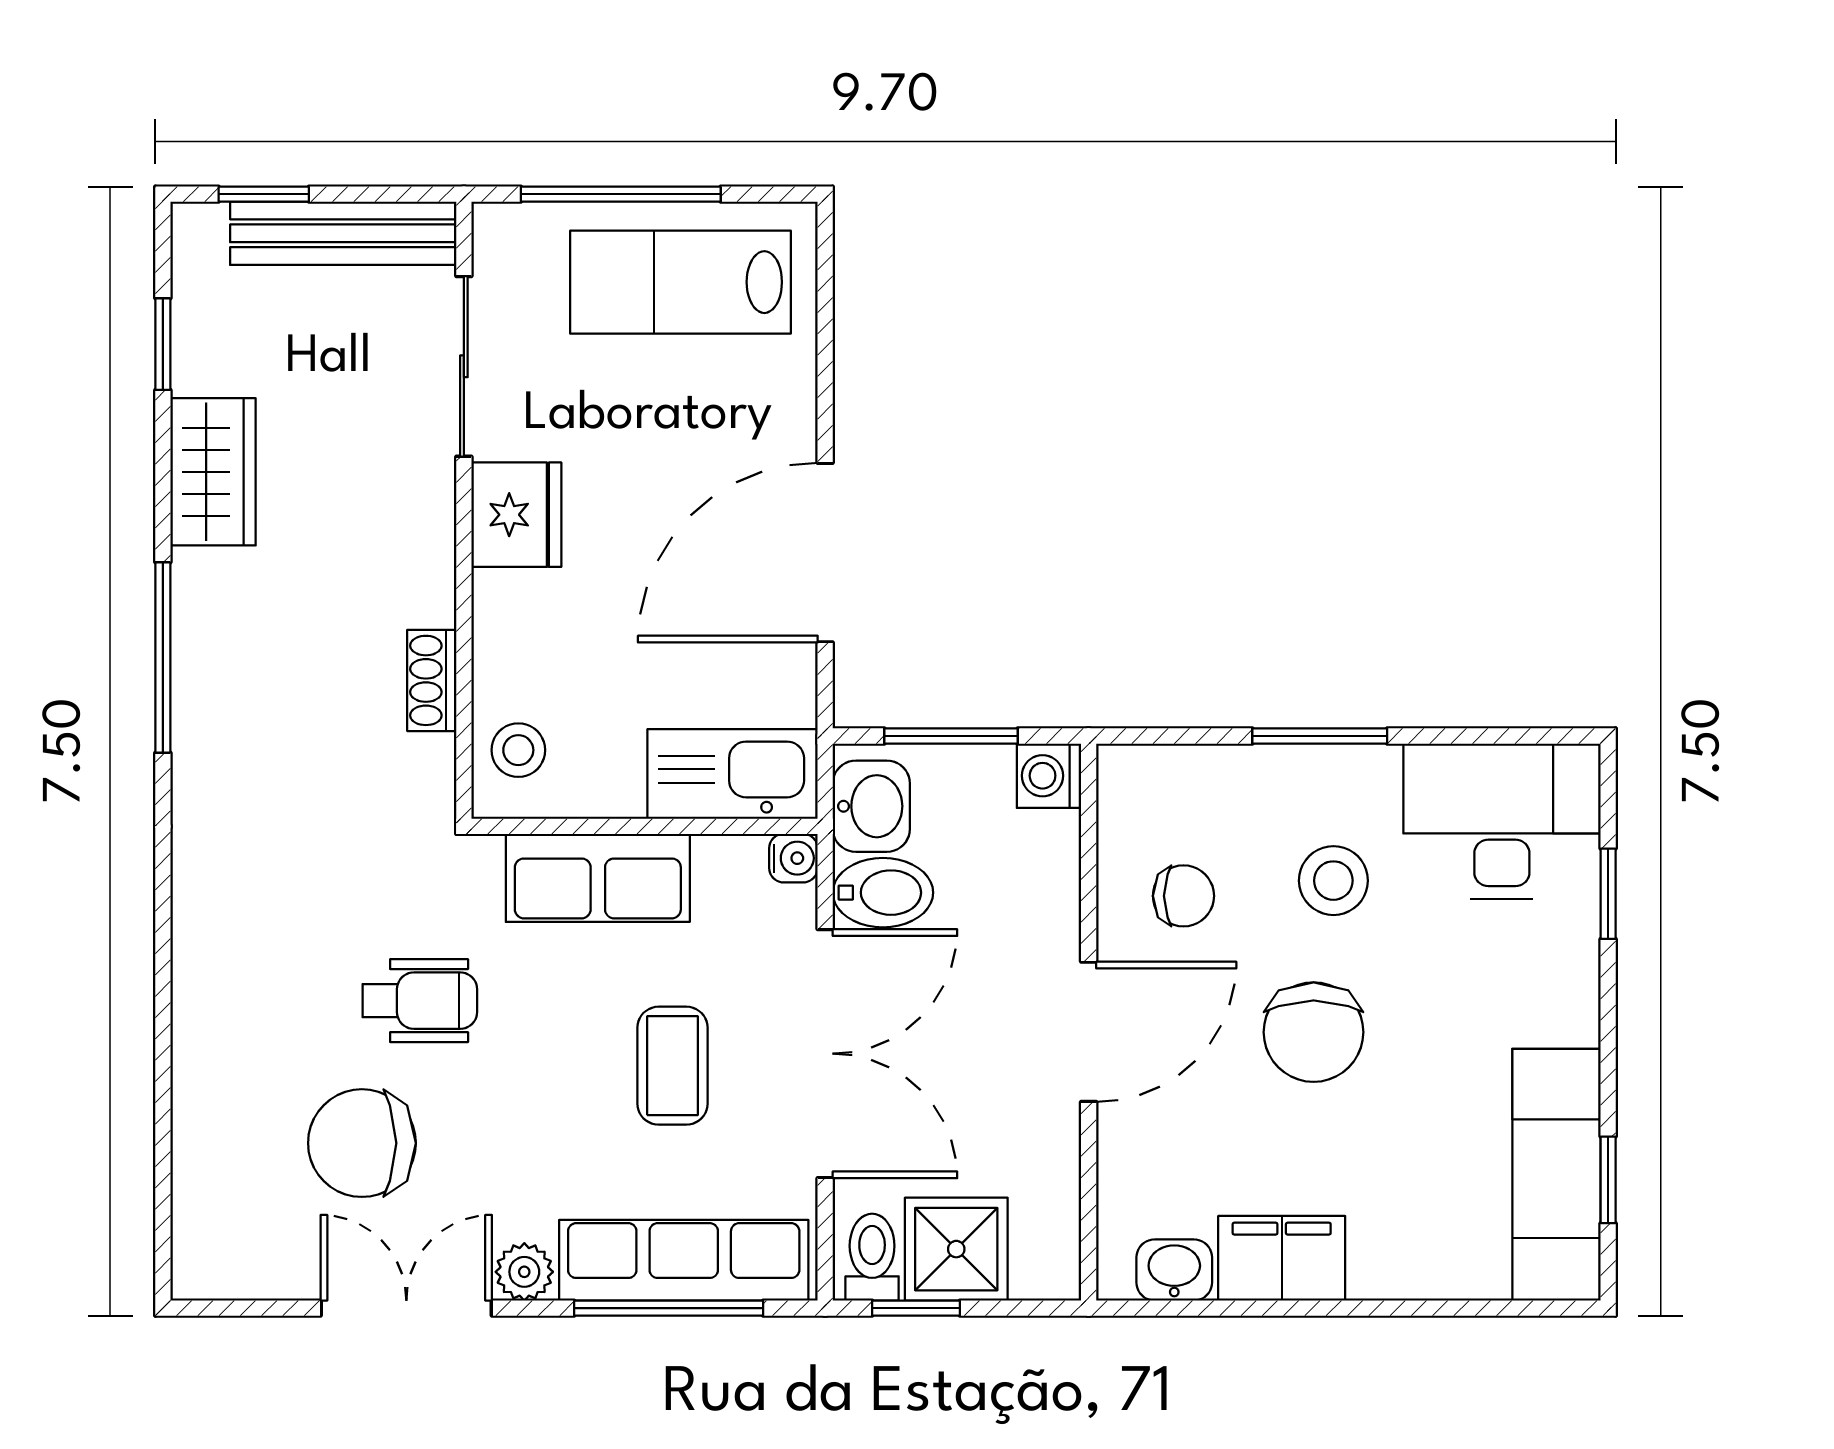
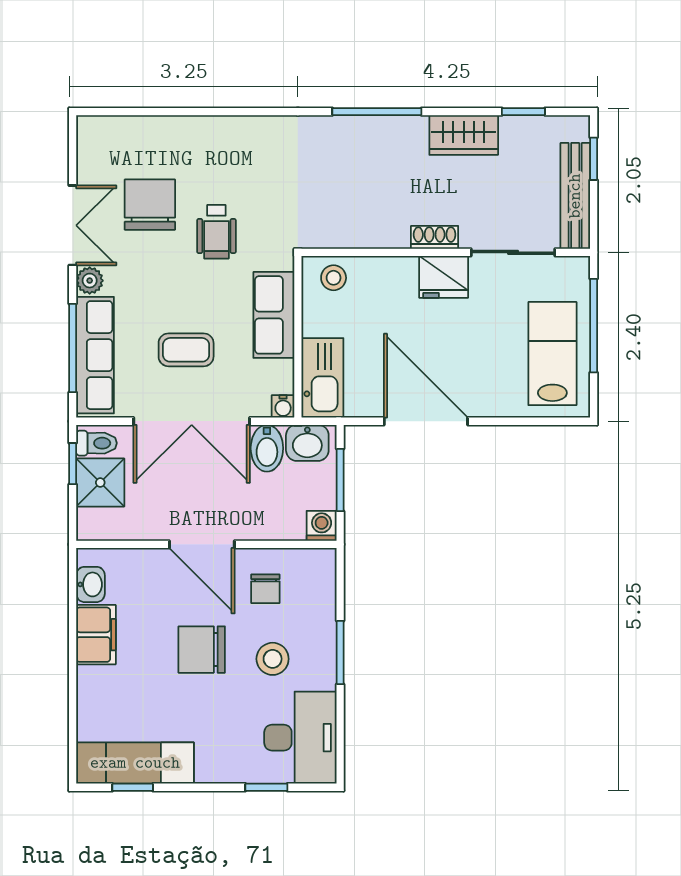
shoe rack: (432, 680) -> (435, 237), moved

